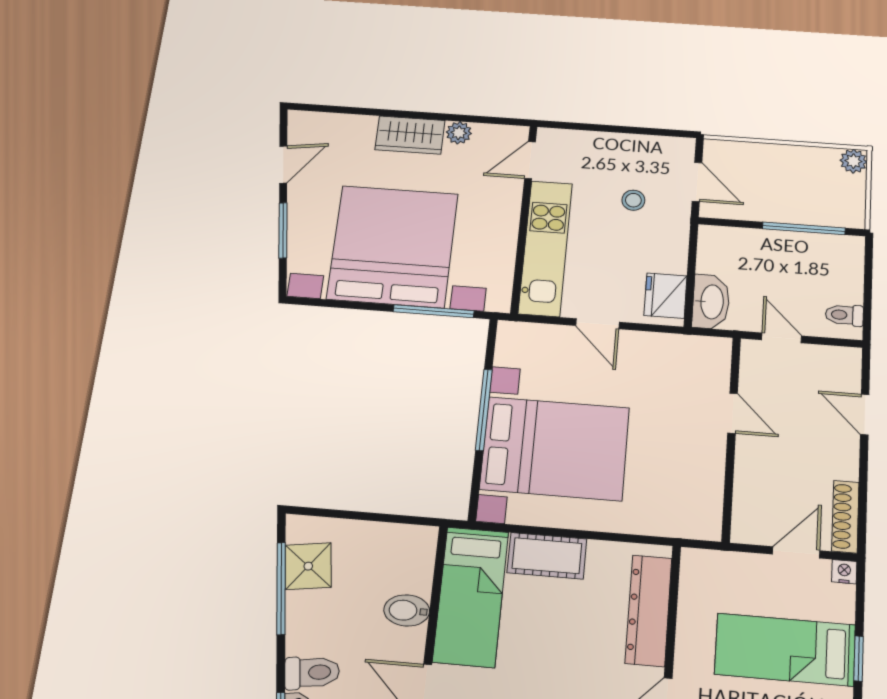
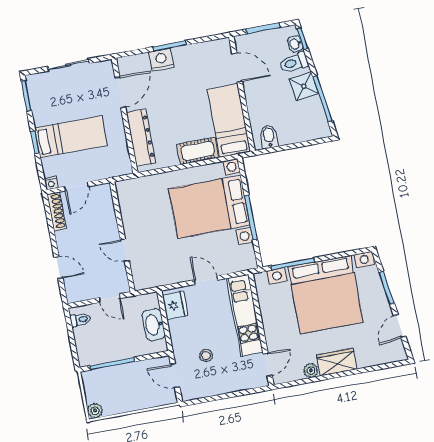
washbasin: (711, 302) -> (154, 325), moved
shower: (308, 566) -> (304, 86), moved
bidet: (407, 610) -> (269, 137), moved, turned -90

